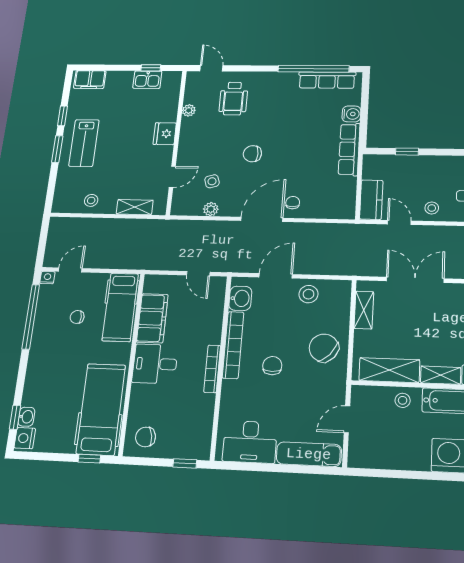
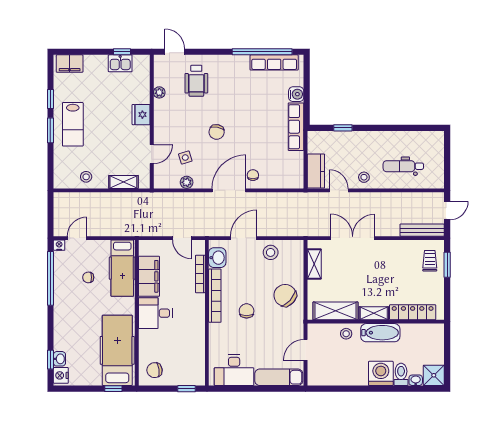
chair: (252, 154) -> (217, 132), turned -79
bookcase: (212, 369) -> (200, 274), moved

